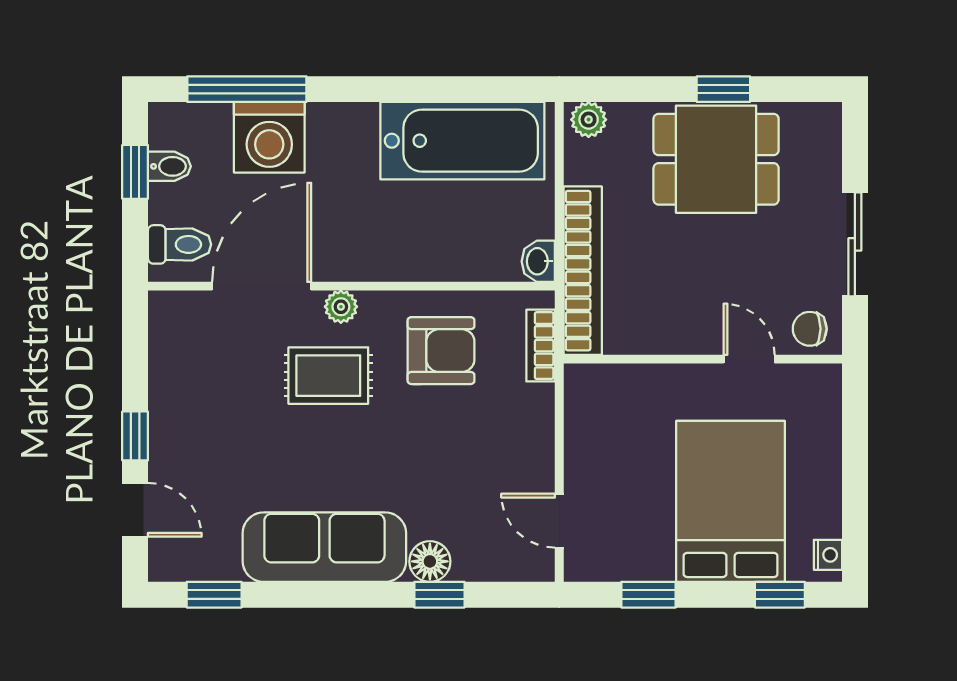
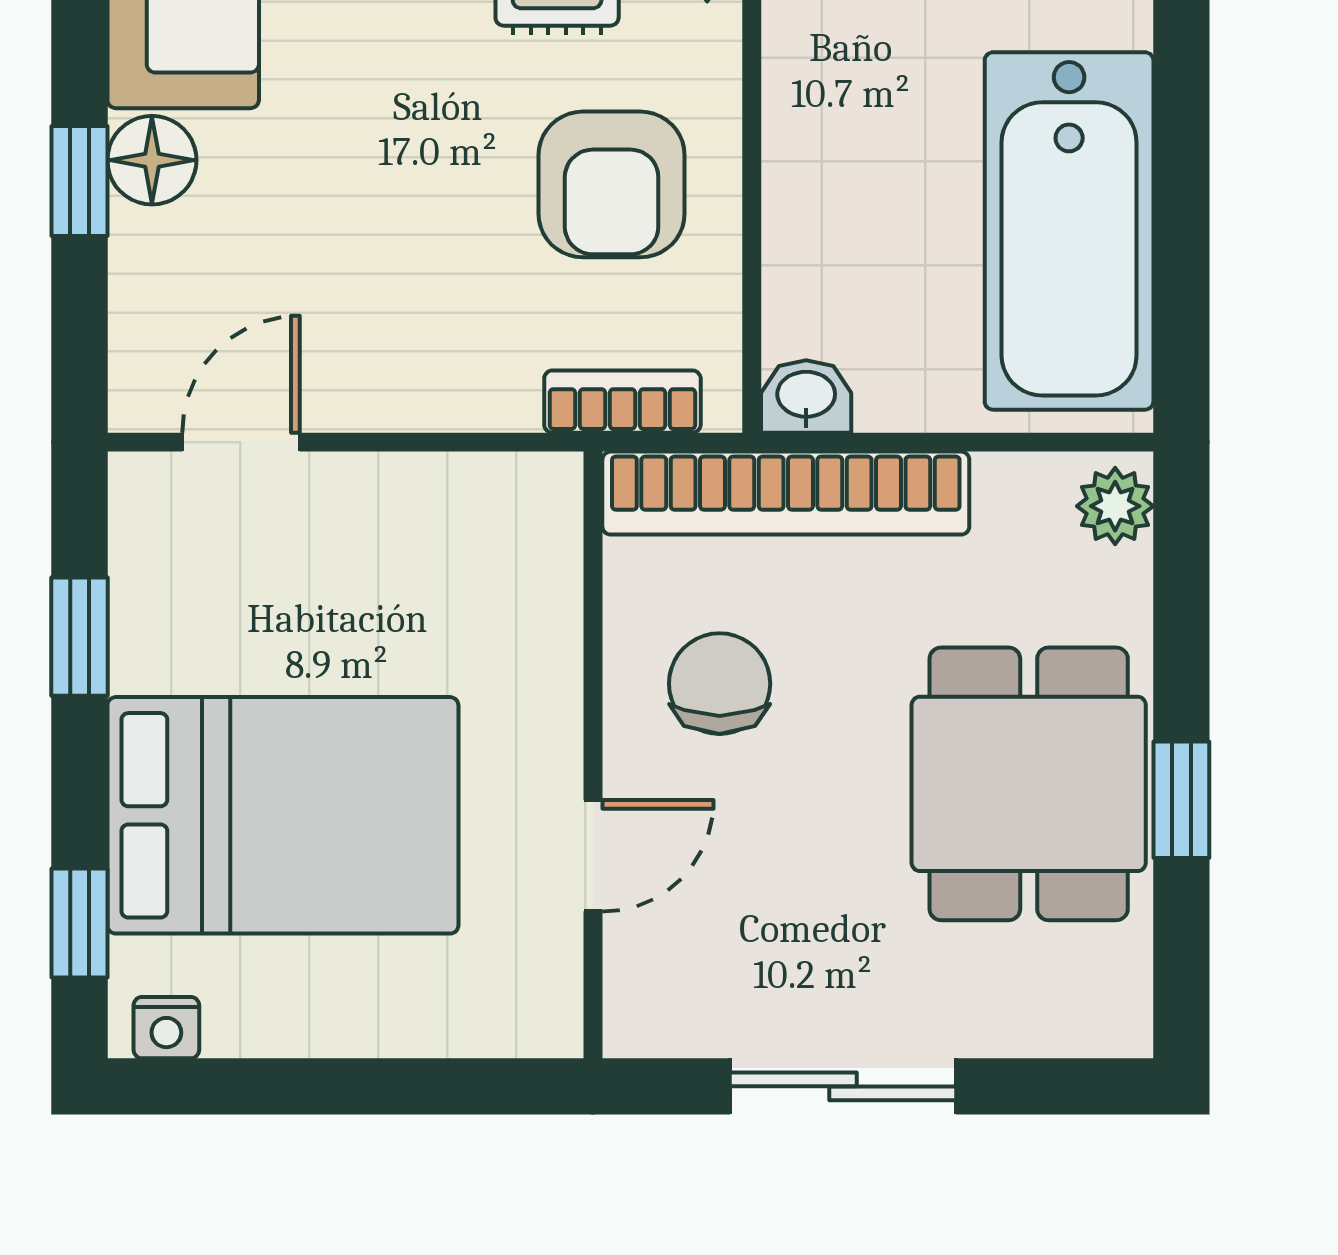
chair: (810, 329) -> (720, 684), moved, width x1.37, depth x1.37

